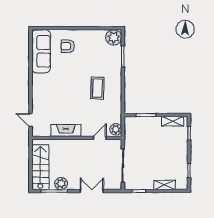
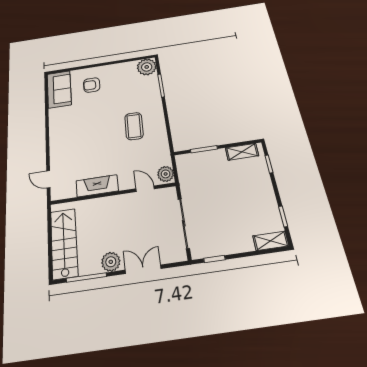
sofa: (41, 51) -> (59, 89), width x0.73
door: (100, 138) -> (145, 189), hinge flipped
plant: (61, 183) -> (111, 262), moved
shelving: (165, 185) -> (271, 241), moved

